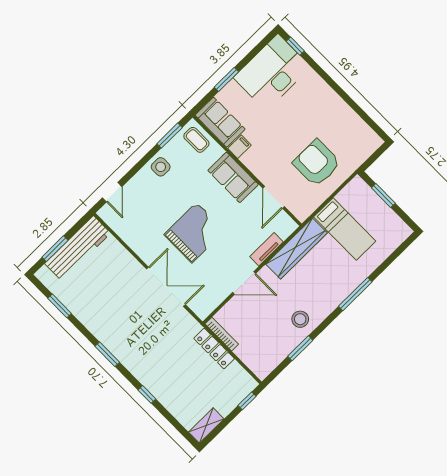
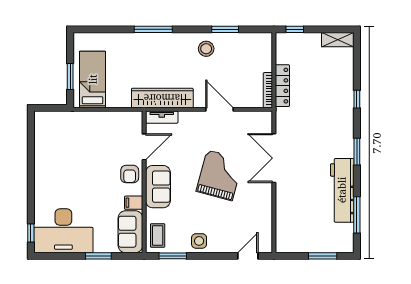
armchair: (317, 163) -> (130, 174), moved, width x0.53, depth x0.53
bed: (345, 229) -> (93, 79), moved
grand piano: (194, 233) -> (220, 175), turned 105
workbench: (78, 248) -> (342, 190), moved, turned -90
tv unit: (267, 249) -> (162, 117), moved
window: (60, 306) -> (357, 215), width x1.44

